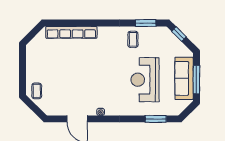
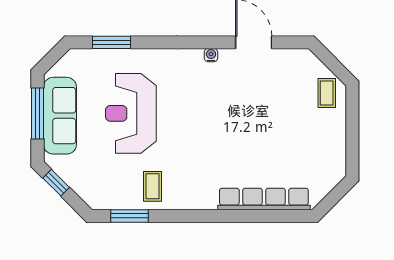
window: (179, 34) -> (56, 183), moved
reception desk: (145, 80) -> (131, 113), turned 180

